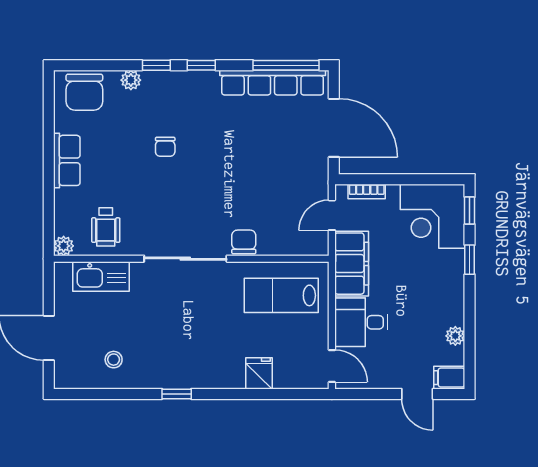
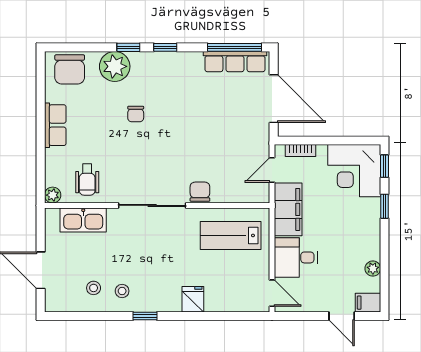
plant: (131, 80) -> (115, 66), width x1.88, depth x1.88
row of seats: (273, 83) -> (235, 62), width x0.73
stool: (148, 363) -> (122, 291), added
fridge: (259, 373) -> (193, 299), moved

